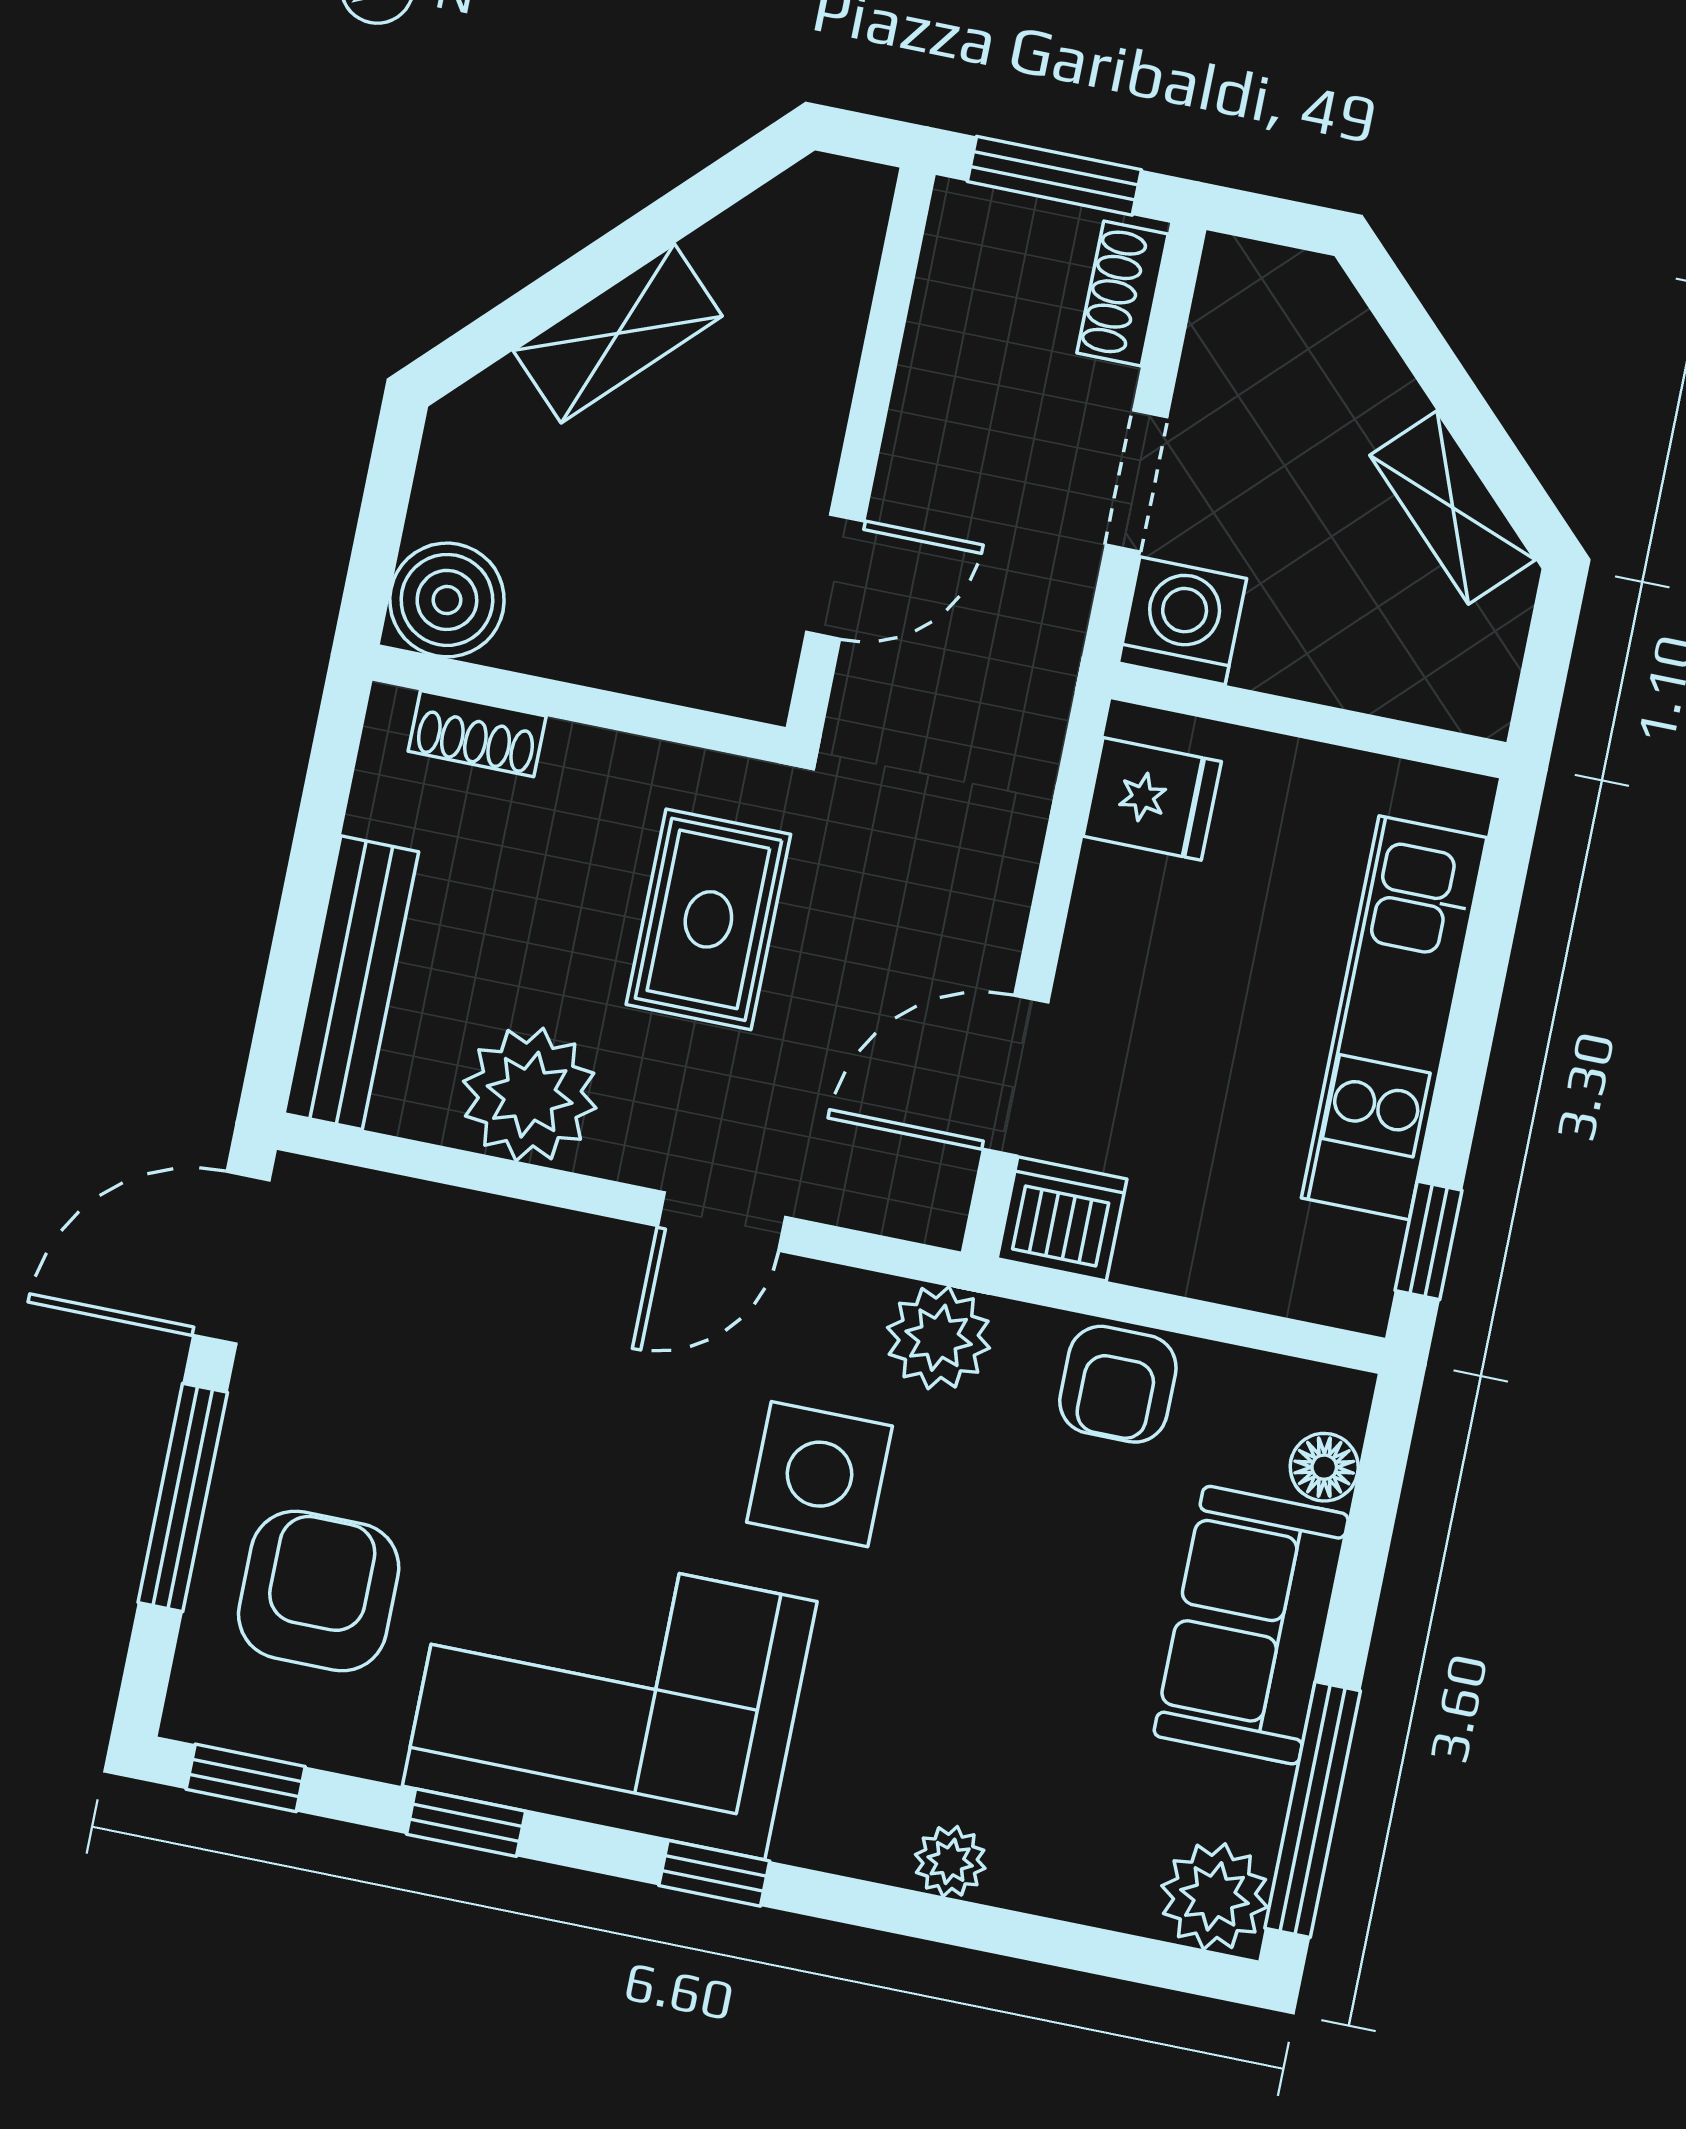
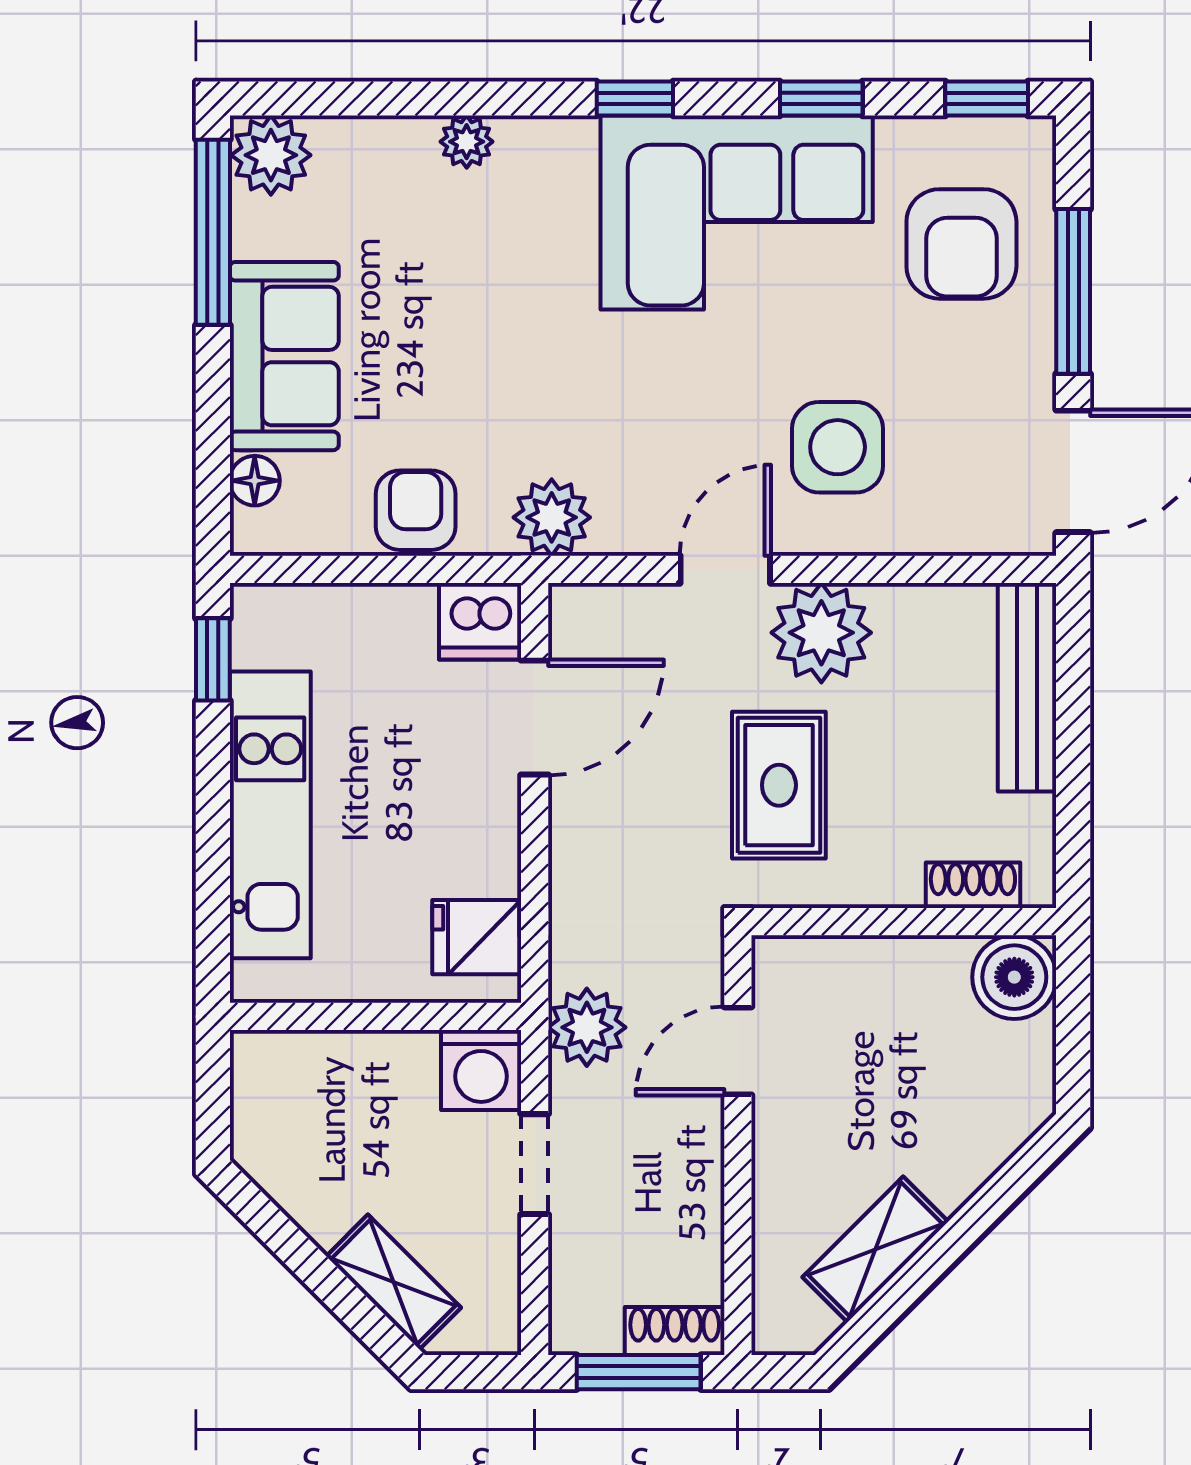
shoe rack: (1122, 294) -> (675, 1331), moved, turned -90
shelving: (618, 333) -> (875, 1249), moved
shelving: (1453, 507) -> (394, 1282), moved
plant: (1030, 649) -> (587, 1027), added
plant: (530, 1095) -> (821, 633), moved
side table: (819, 1474) -> (838, 447), moved

